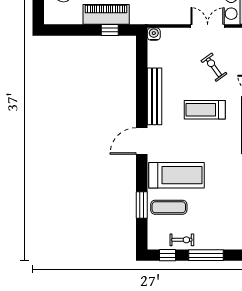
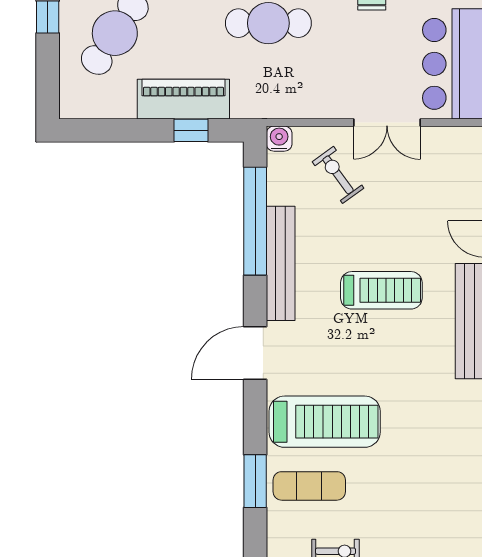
double door: (208, 26) -> (387, 123), swing flipped
exercise bike: (214, 67) -> (338, 175), moved
window: (142, 75) -> (255, 221), added
treadmill: (205, 110) -> (381, 290), turned 180

